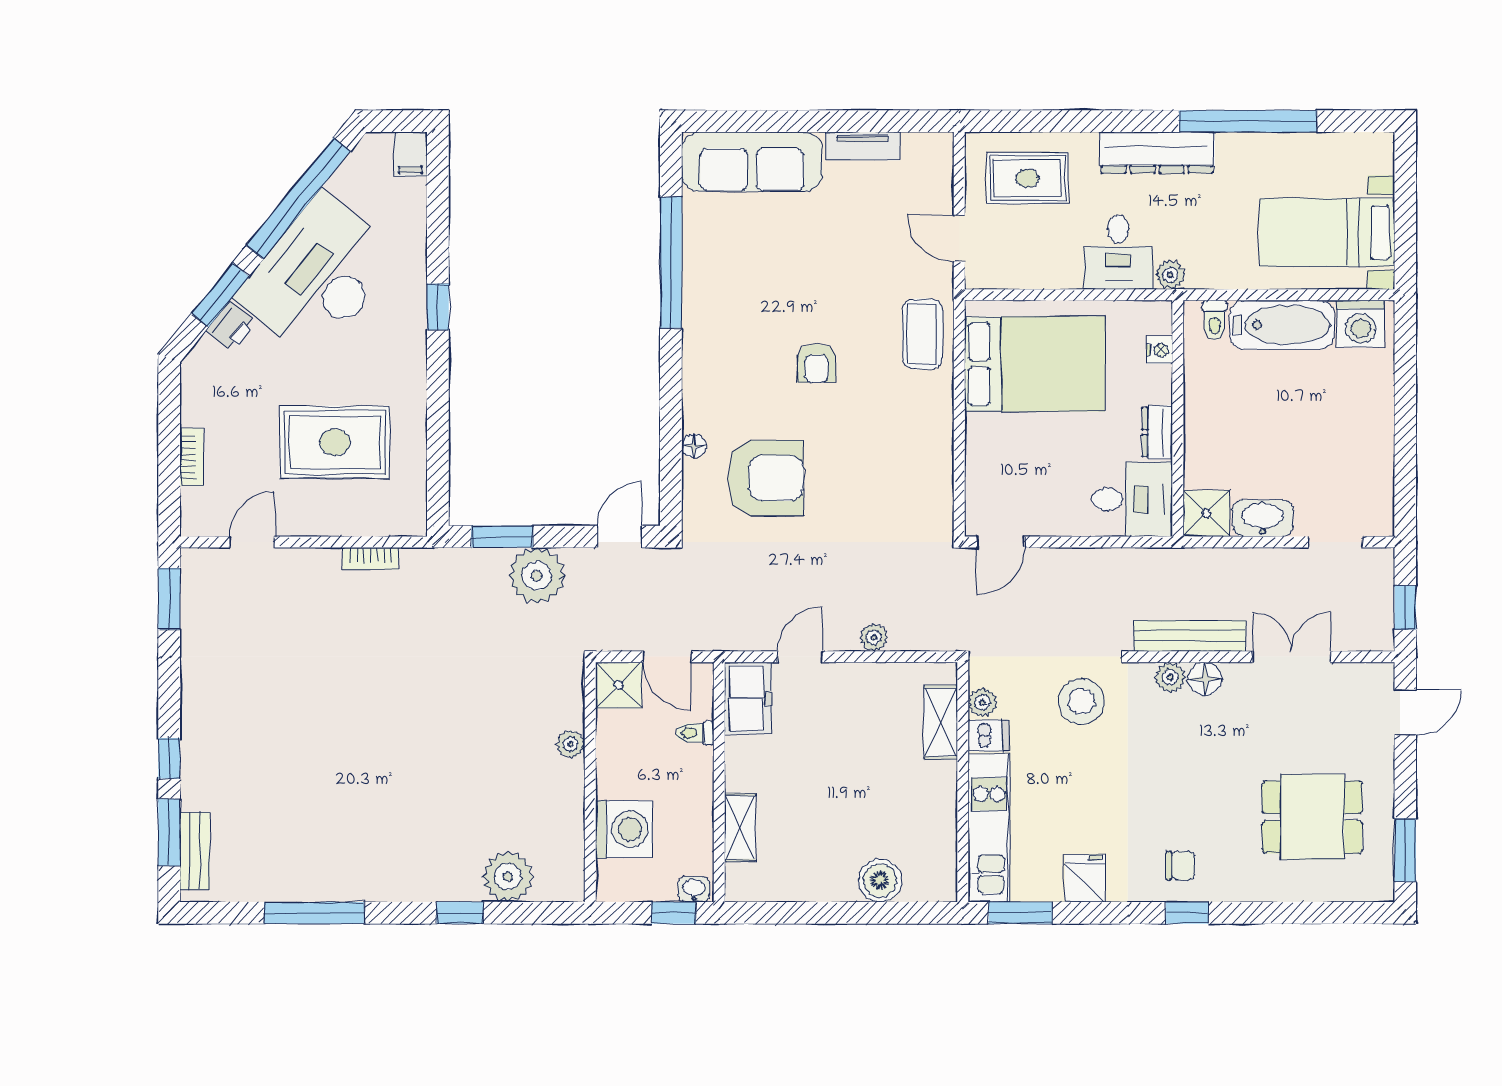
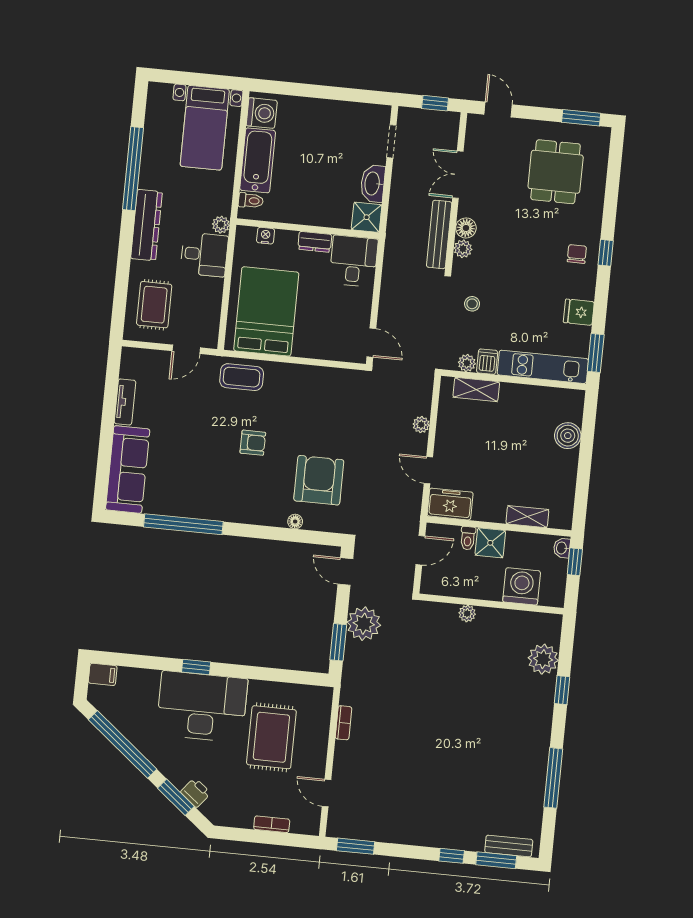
desk: (318, 276) -> (202, 707), moved, turned 141
shower: (619, 685) -> (490, 543), moved
stool: (1081, 701) -> (472, 304), width x0.53, depth x0.53

